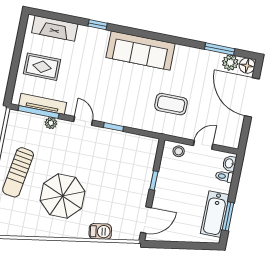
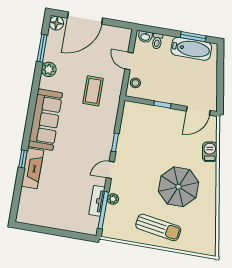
fireplace: (55, 28) -> (32, 168), moved
plant: (230, 63) -> (49, 69), moved
rug: (42, 67) -> (62, 208), removed
tv unit: (43, 104) -> (97, 201), width x0.71
door: (146, 220) -> (198, 111), swing flipped

